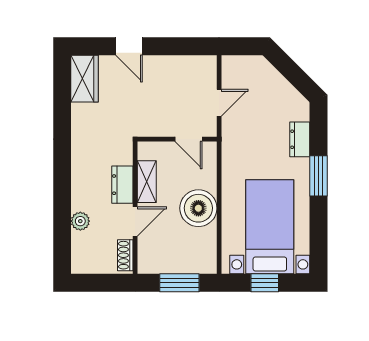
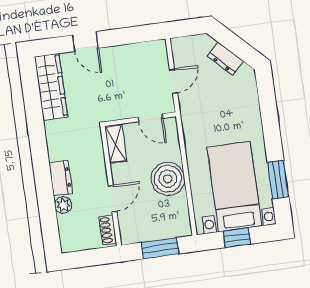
wardrobe: (85, 79) -> (51, 87), width x1.50
dresser: (300, 139) -> (226, 59), moved, turned -45
window: (319, 176) -> (278, 180), moved
shelving: (147, 182) -> (116, 144), moved
dresser: (122, 185) -> (61, 178), moved, turned 180

